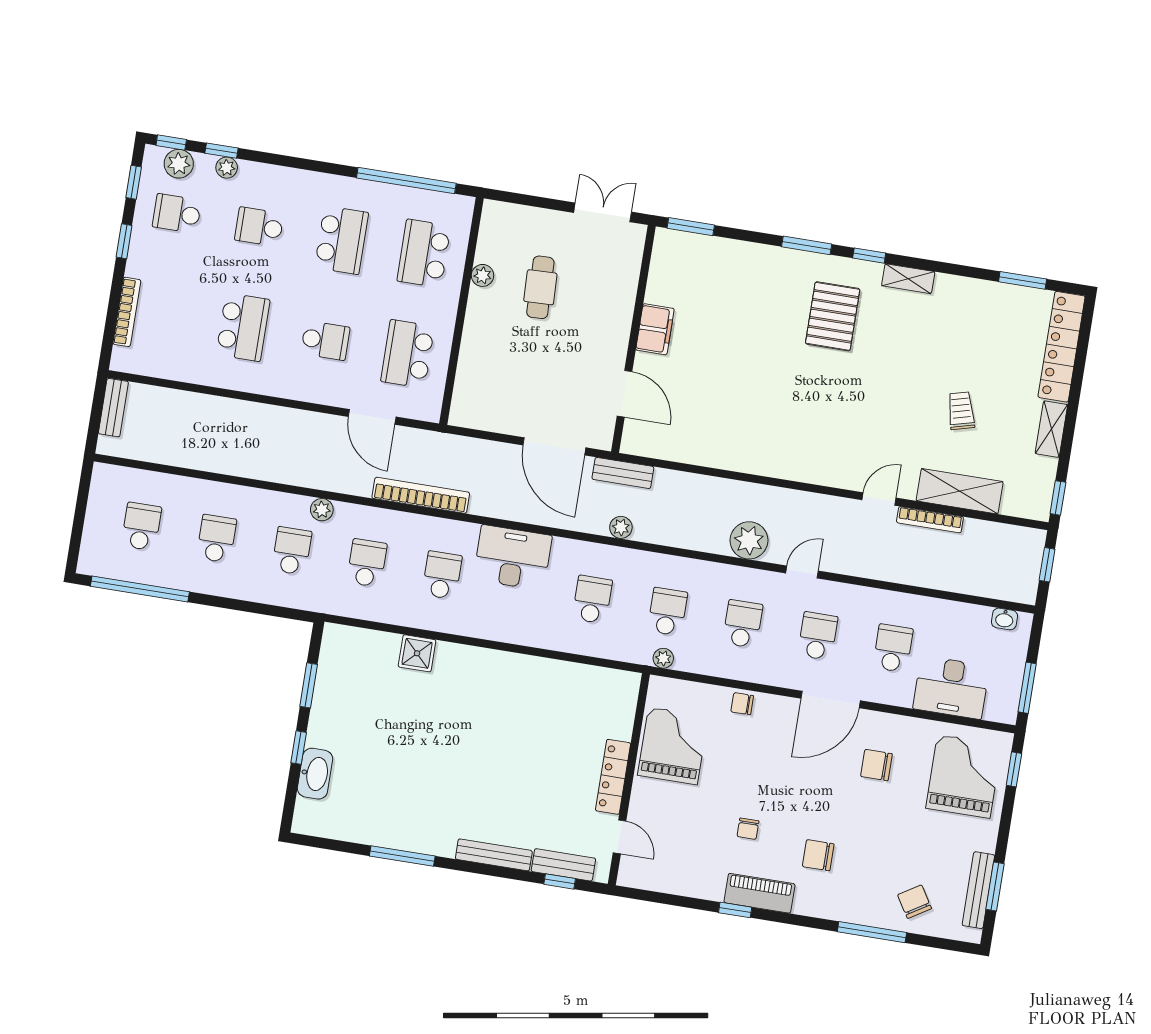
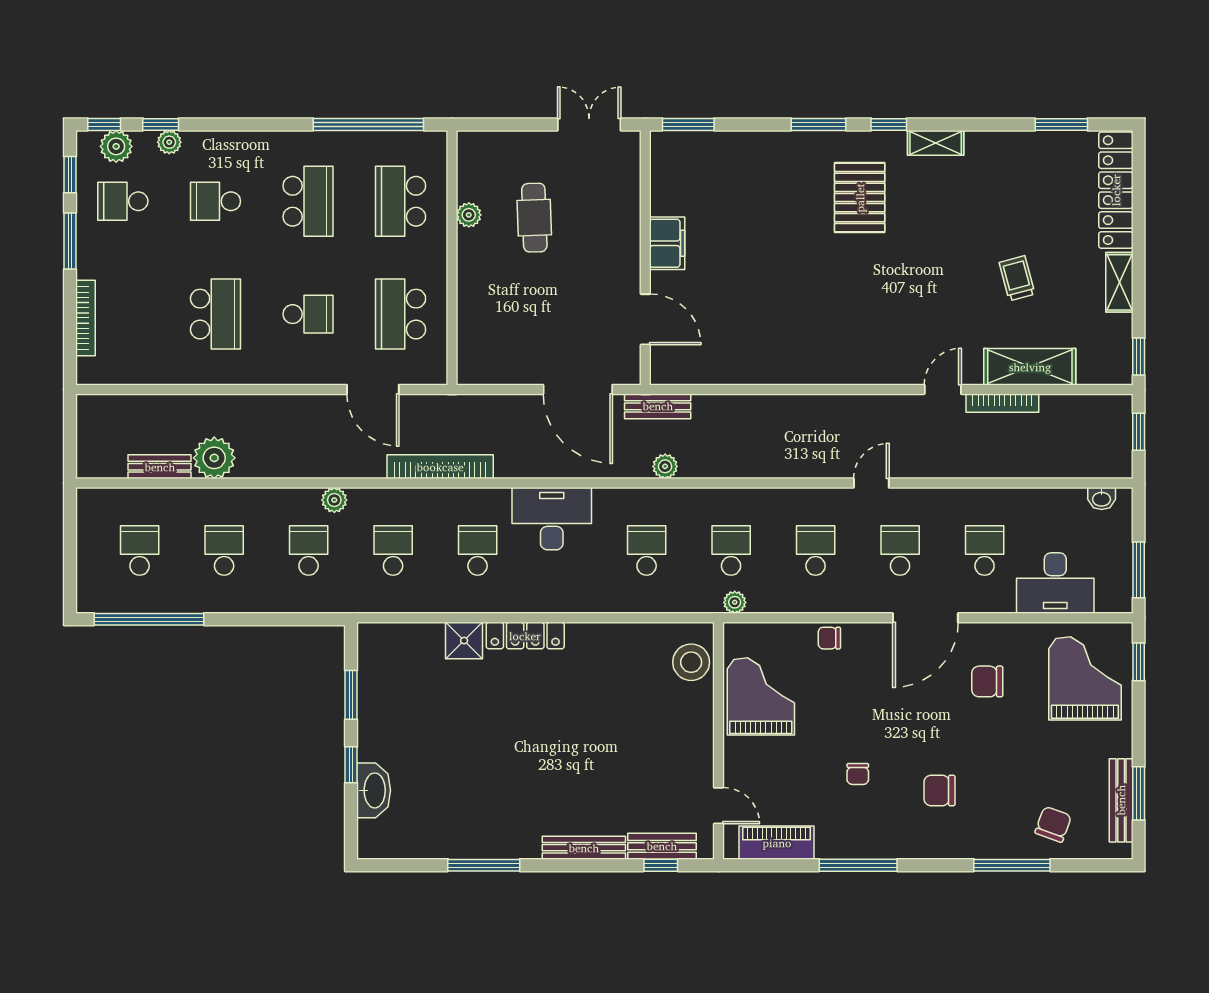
window: (124, 241) -> (70, 241), width x1.50
bench: (113, 408) -> (160, 467), moved, turned 90
plant: (749, 540) -> (214, 458), moved
stool: (616, 705) -> (691, 662), added
locker: (613, 777) -> (525, 636), moved, turned -90
piano: (760, 893) -> (777, 843), moved
chair: (915, 902) -> (1053, 824), turned 52
window: (735, 910) -> (858, 865), width x2.17

